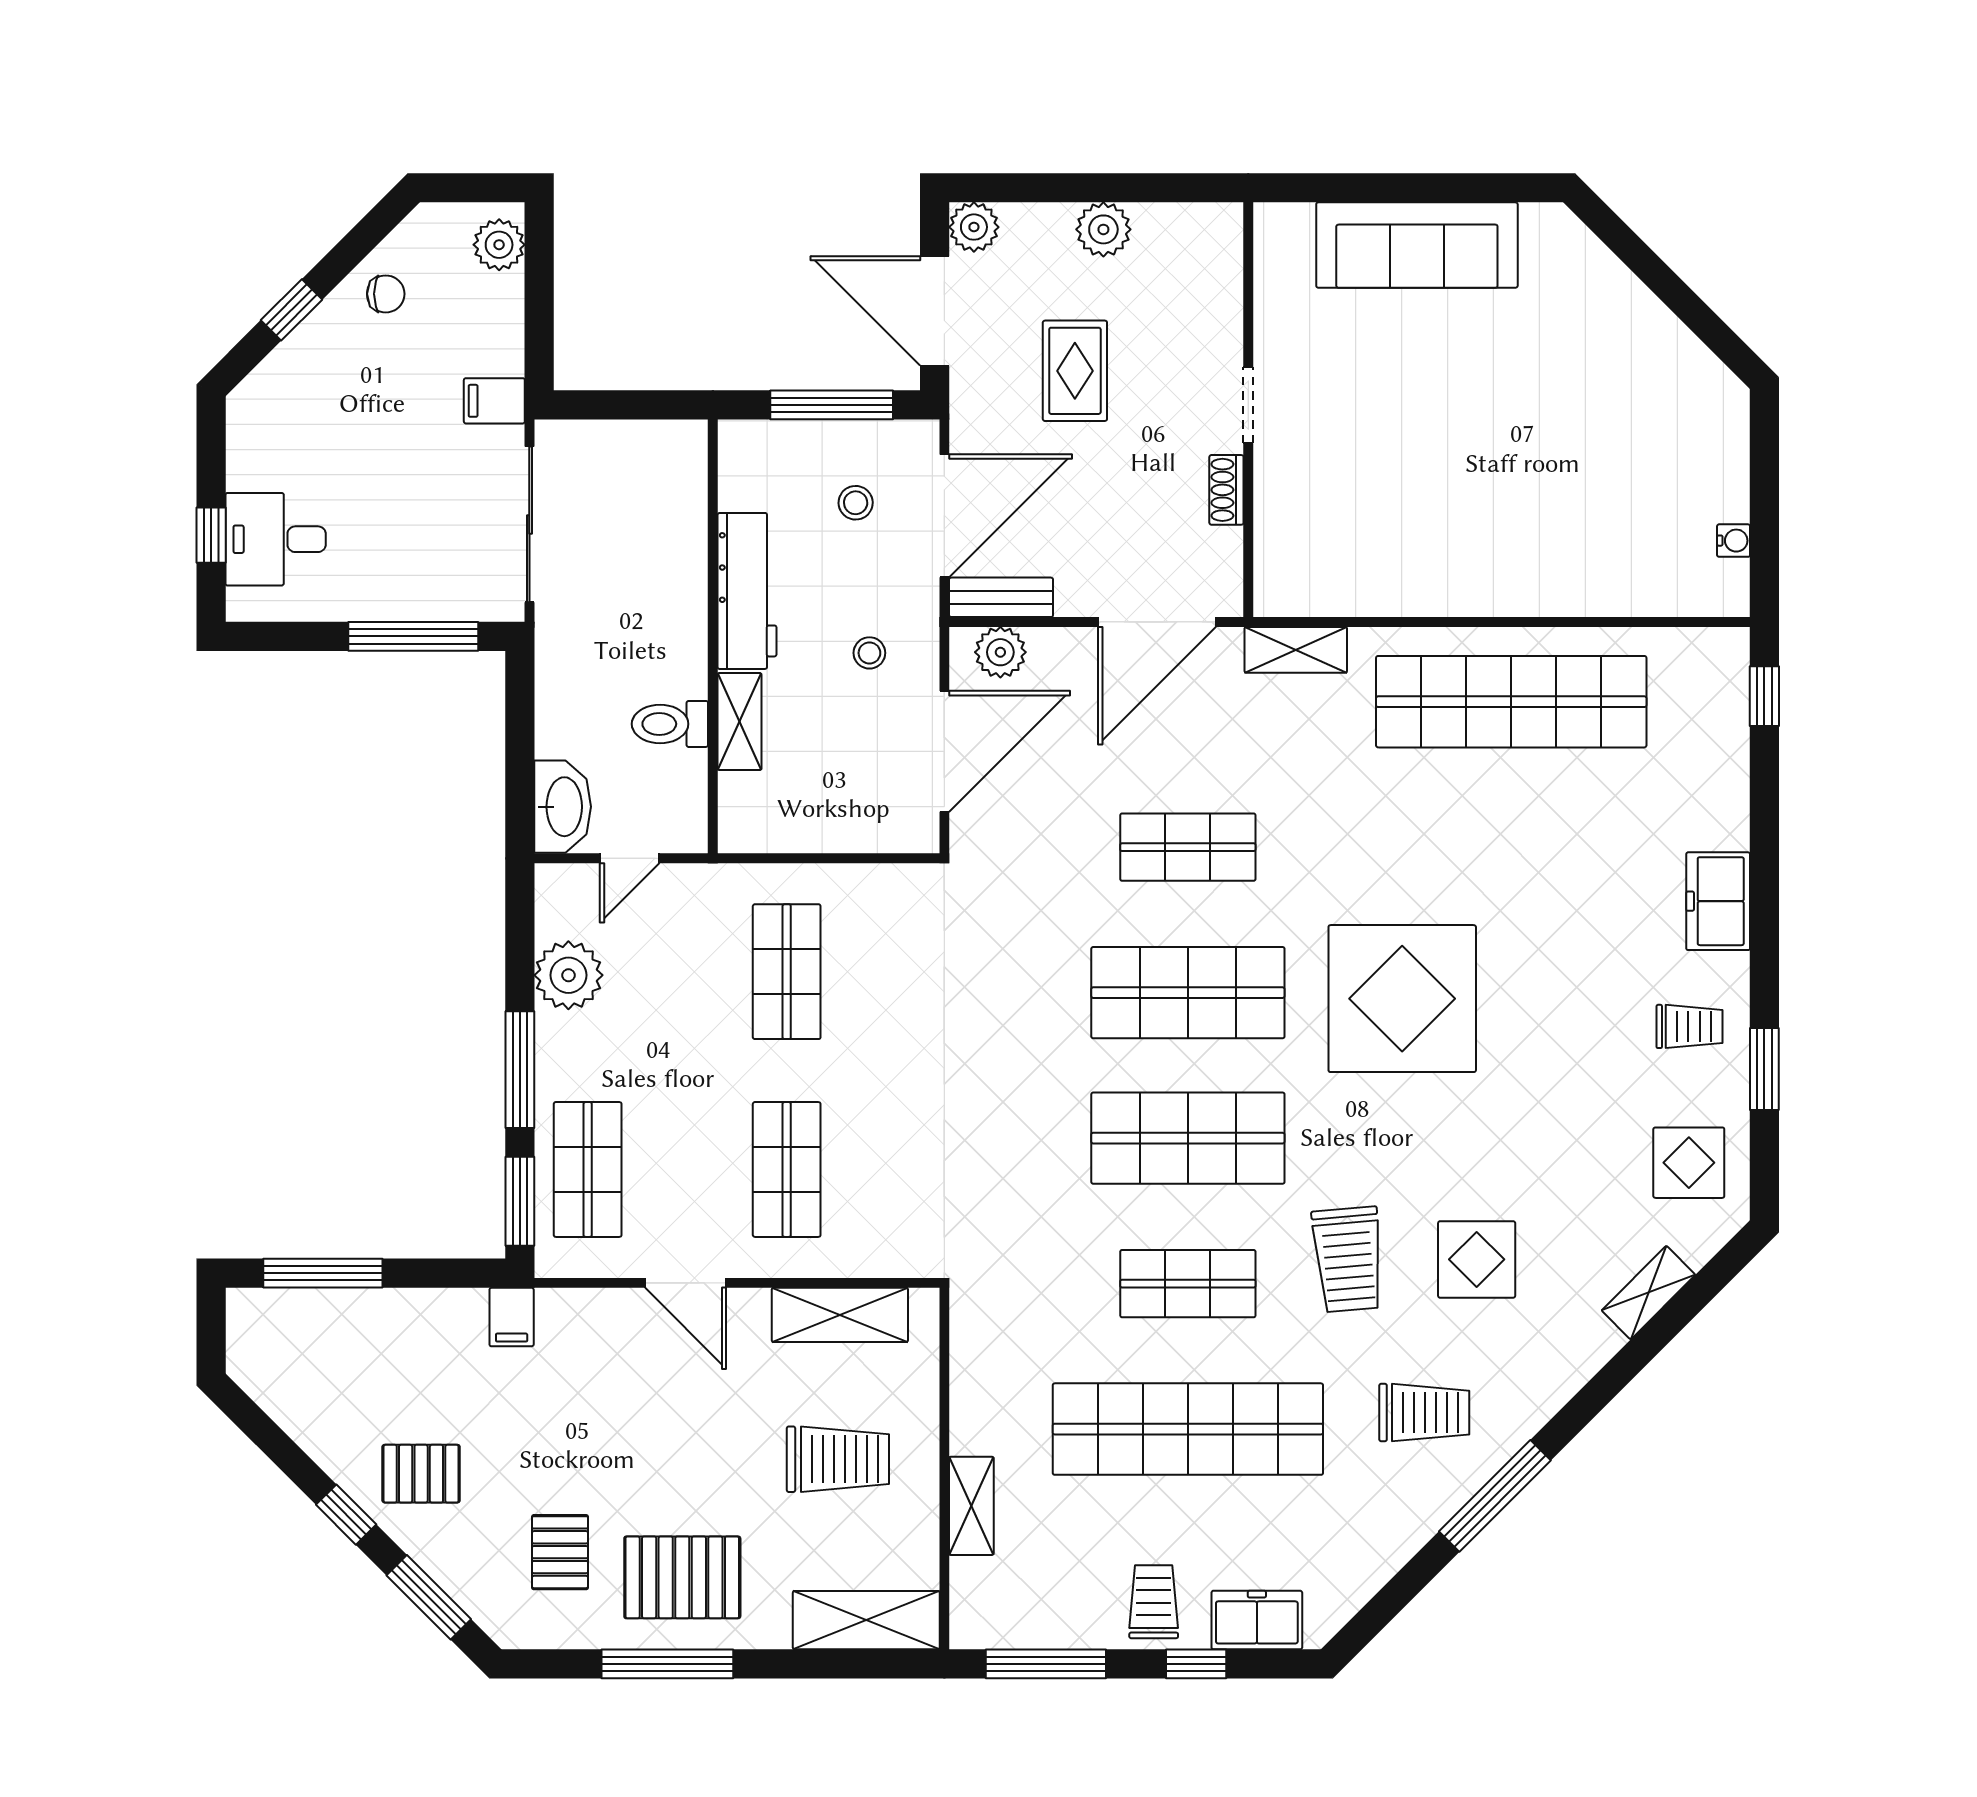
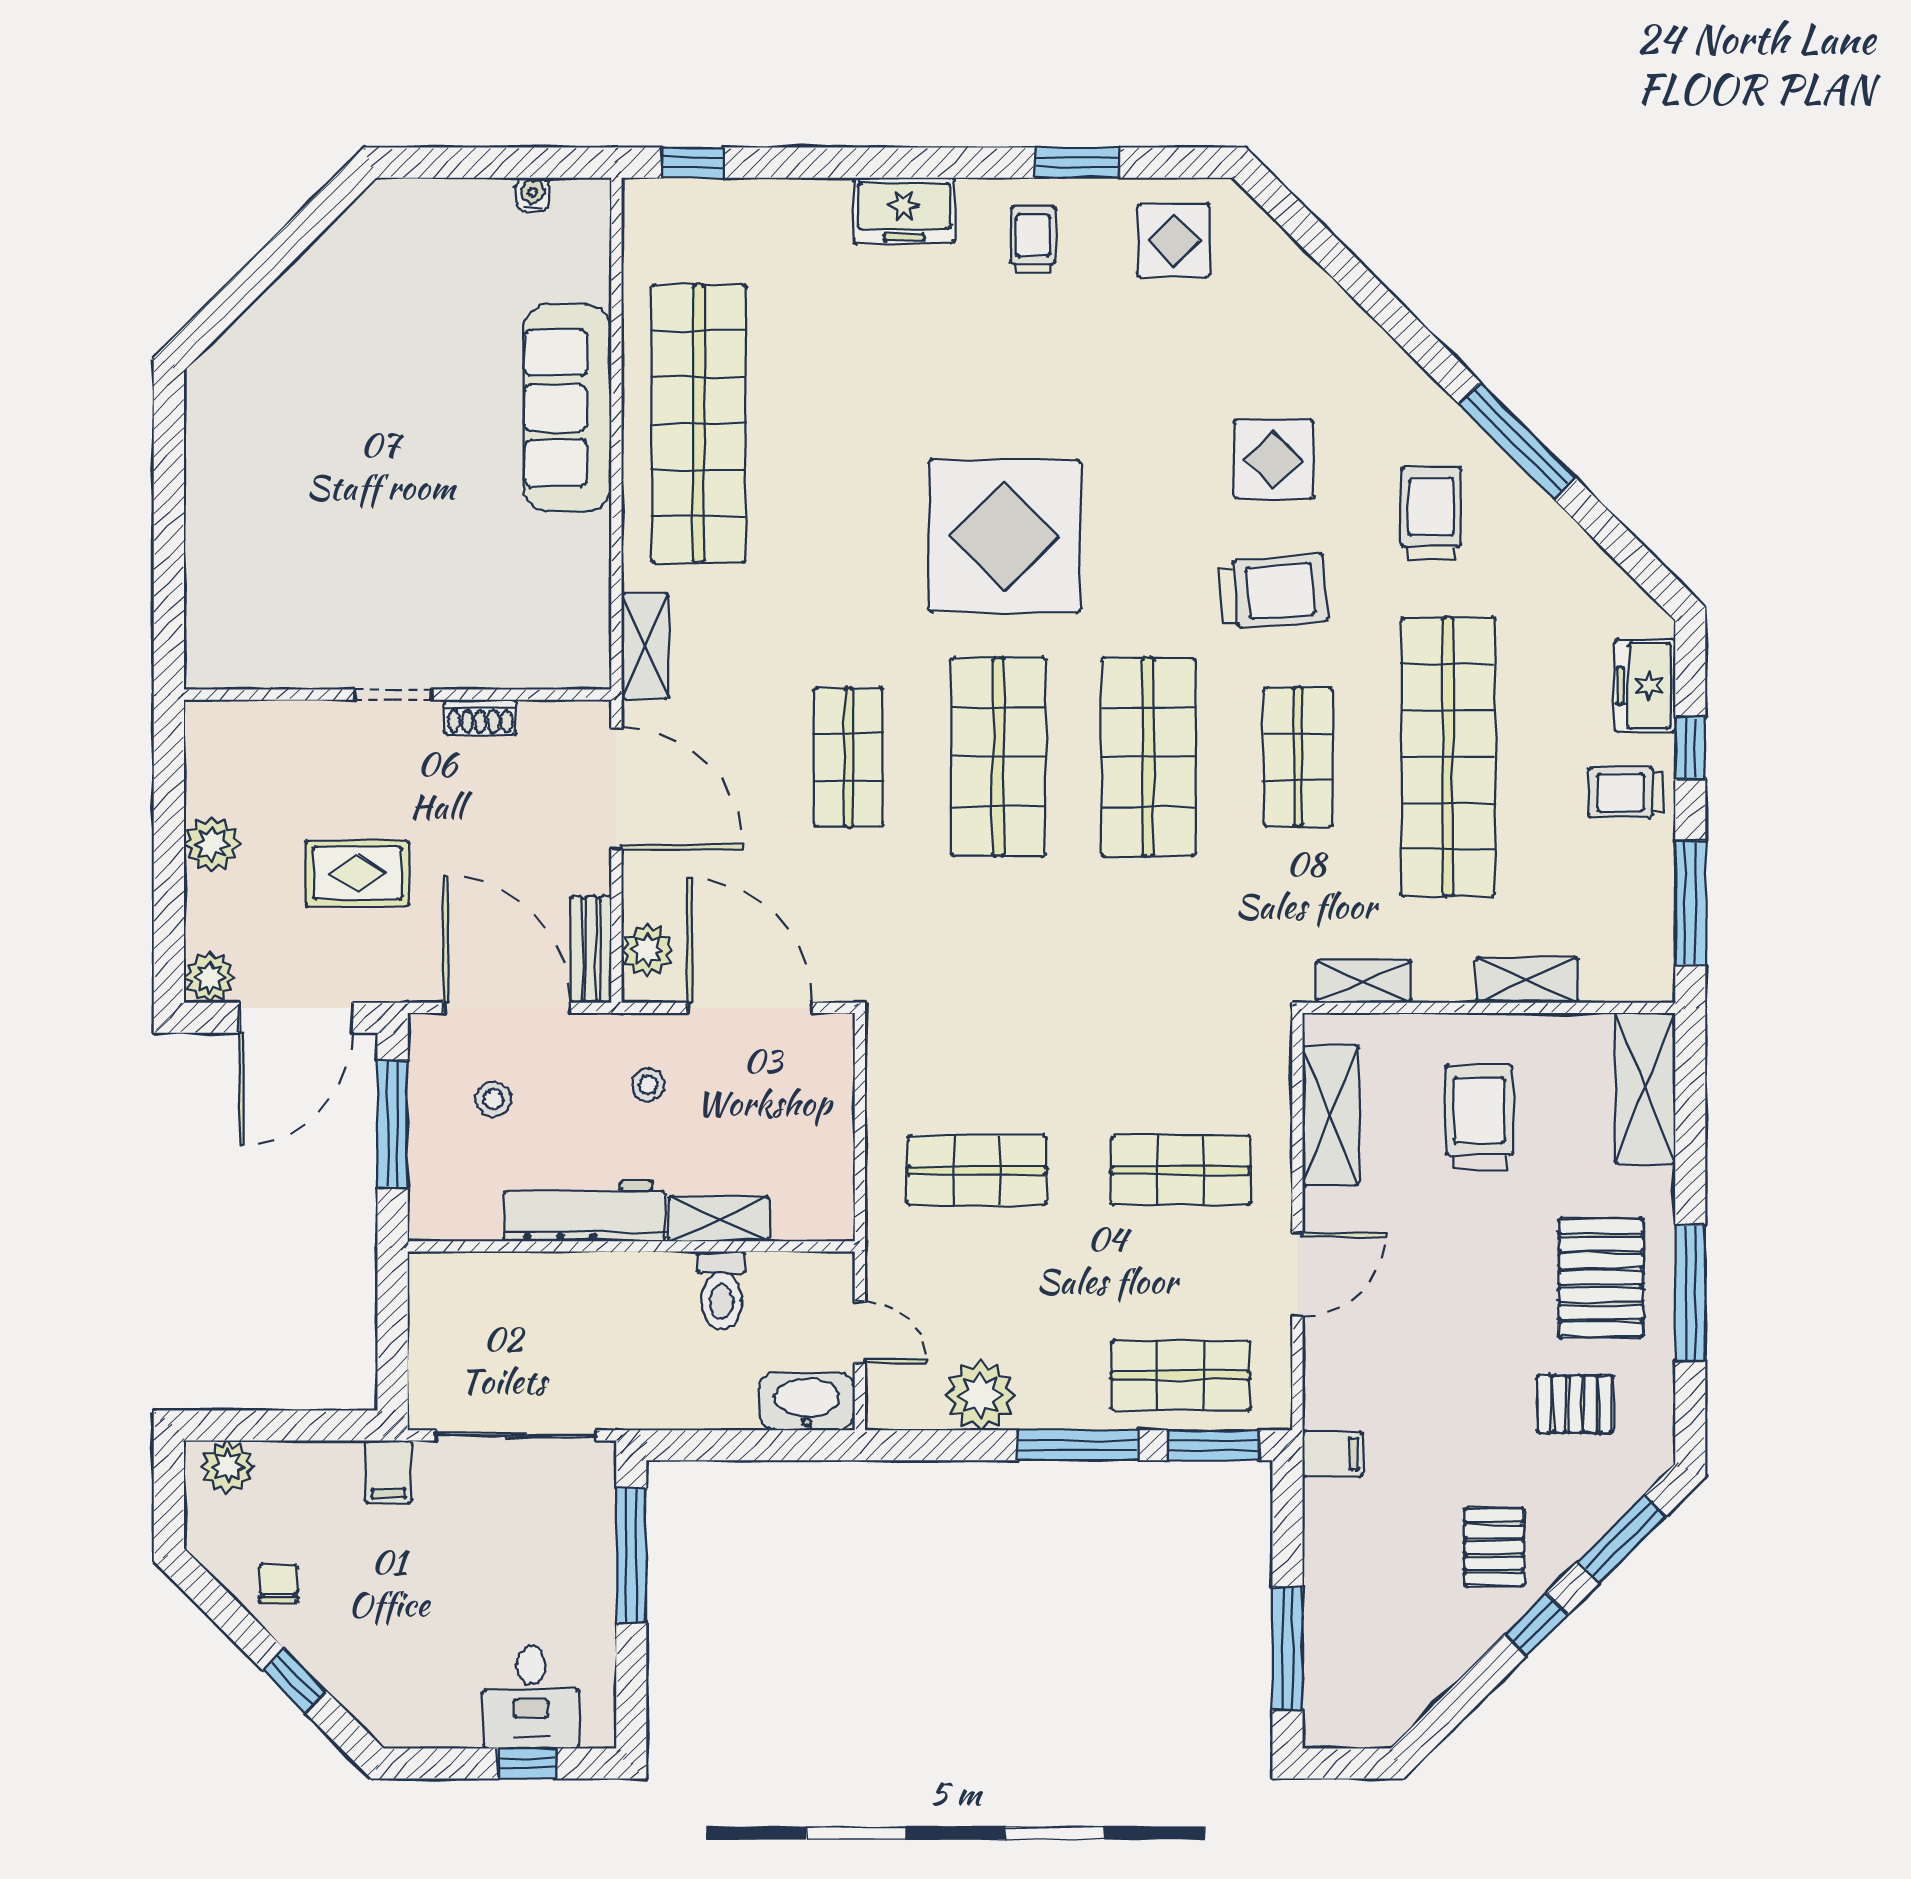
sofa: (1417, 245) -> (567, 408), moved, turned 180
shelving: (1648, 1293) -> (1363, 982), moved, turned -45

